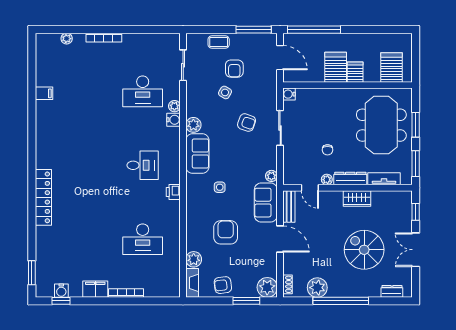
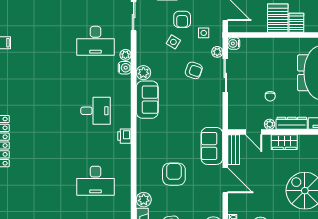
plant: (271, 176) -> (217, 52), moved
side table: (220, 187) -> (204, 33), moved
wardrobe: (357, 198) -> (284, 142), moved

